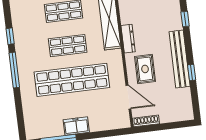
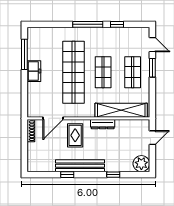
rug: (145, 69) -> (75, 135), turned 90

